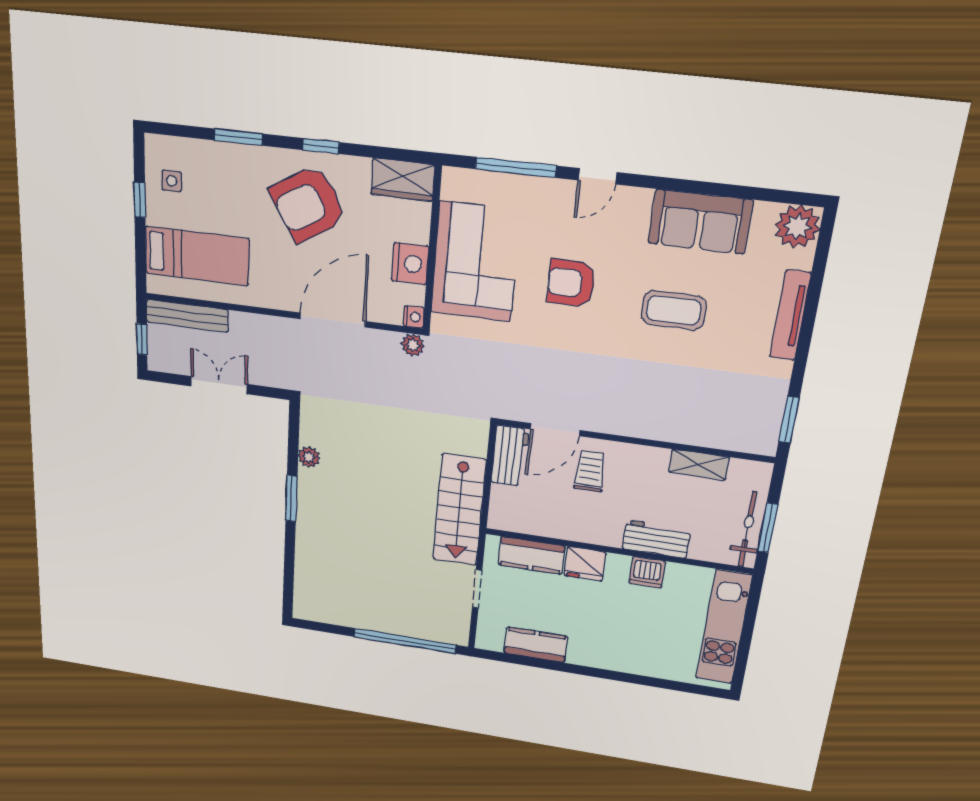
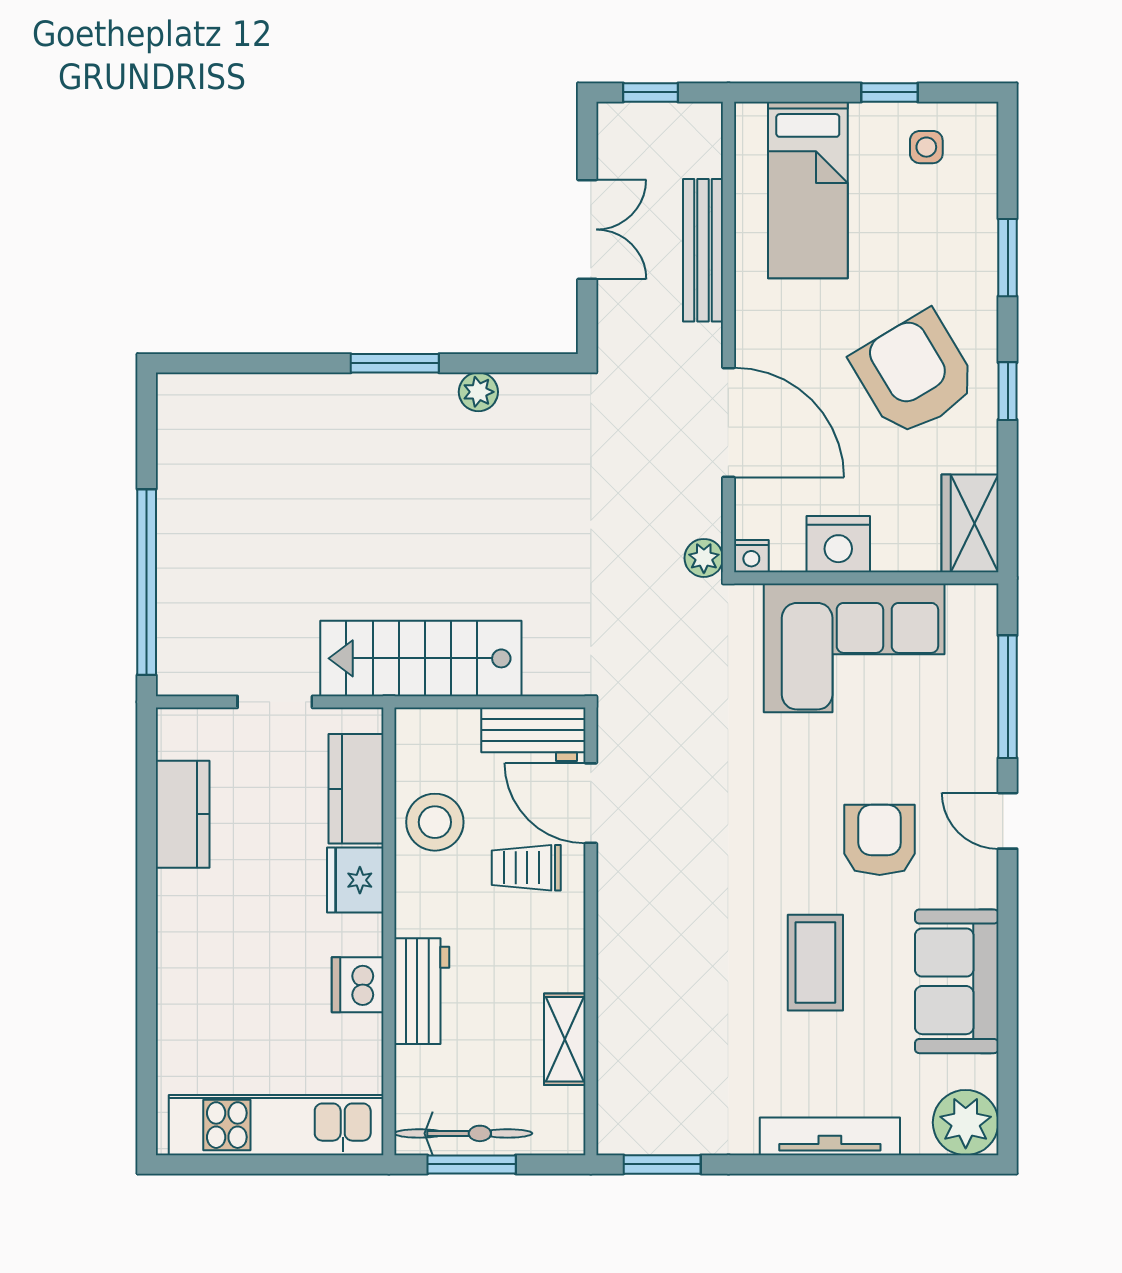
armchair: (571, 283) -> (880, 840), moved
bench: (187, 316) -> (703, 250), moved
trolley: (590, 471) -> (526, 868), turned 180
stool: (556, 517) -> (435, 822), added

